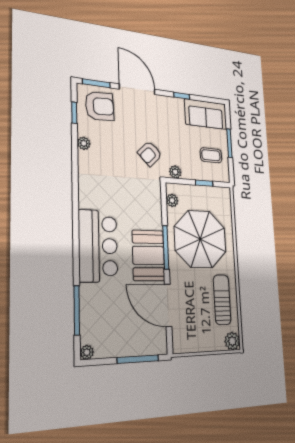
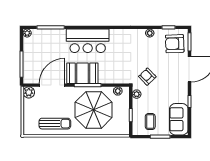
armchair: (100, 106) -> (175, 44), turned 91
plant: (232, 341) -> (29, 92), moved

